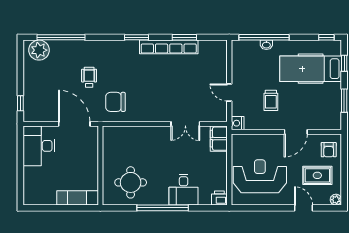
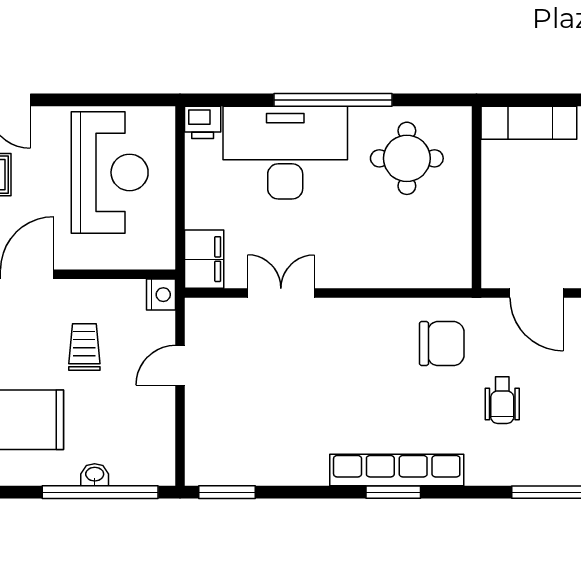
window: (184, 37) -> (227, 492), moved
row of seats: (169, 47) -> (397, 470), moved
door: (229, 92) -> (180, 365), swing flipped
door: (74, 124) -> (536, 293), width x0.73
reception desk: (260, 176) -> (110, 172), turned -90
desk: (184, 190) -> (285, 153), width x1.87, depth x1.30

